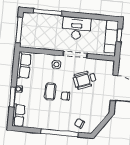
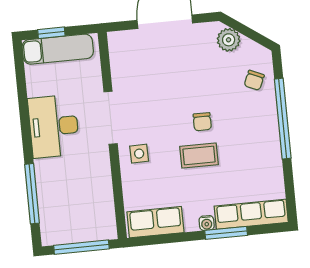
wheelchair: (85, 80) -> (160, 88), removed
row of seats: (18, 115) -> (251, 214), width x1.48
plant: (100, 115) -> (229, 40), added

